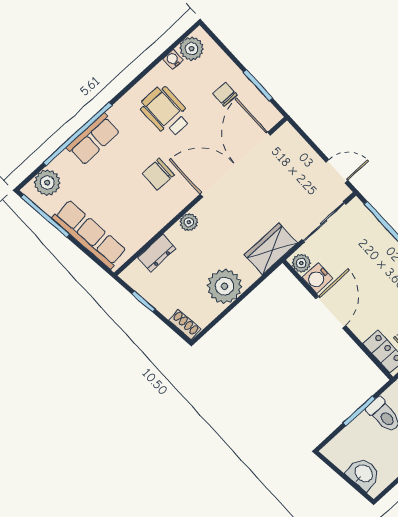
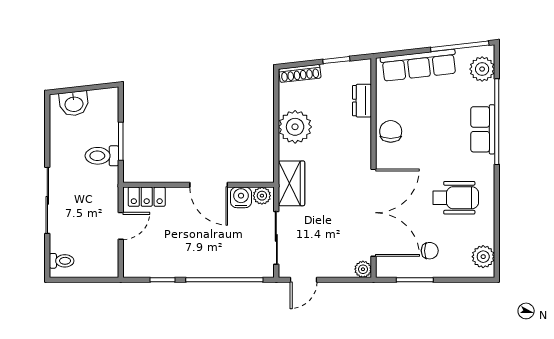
water cooler: (173, 59) -> (488, 237), removed
chair: (158, 174) -> (391, 131), moved
plant: (189, 222) -> (363, 269), moved
shoe rack: (185, 325) -> (300, 73), width x1.43

